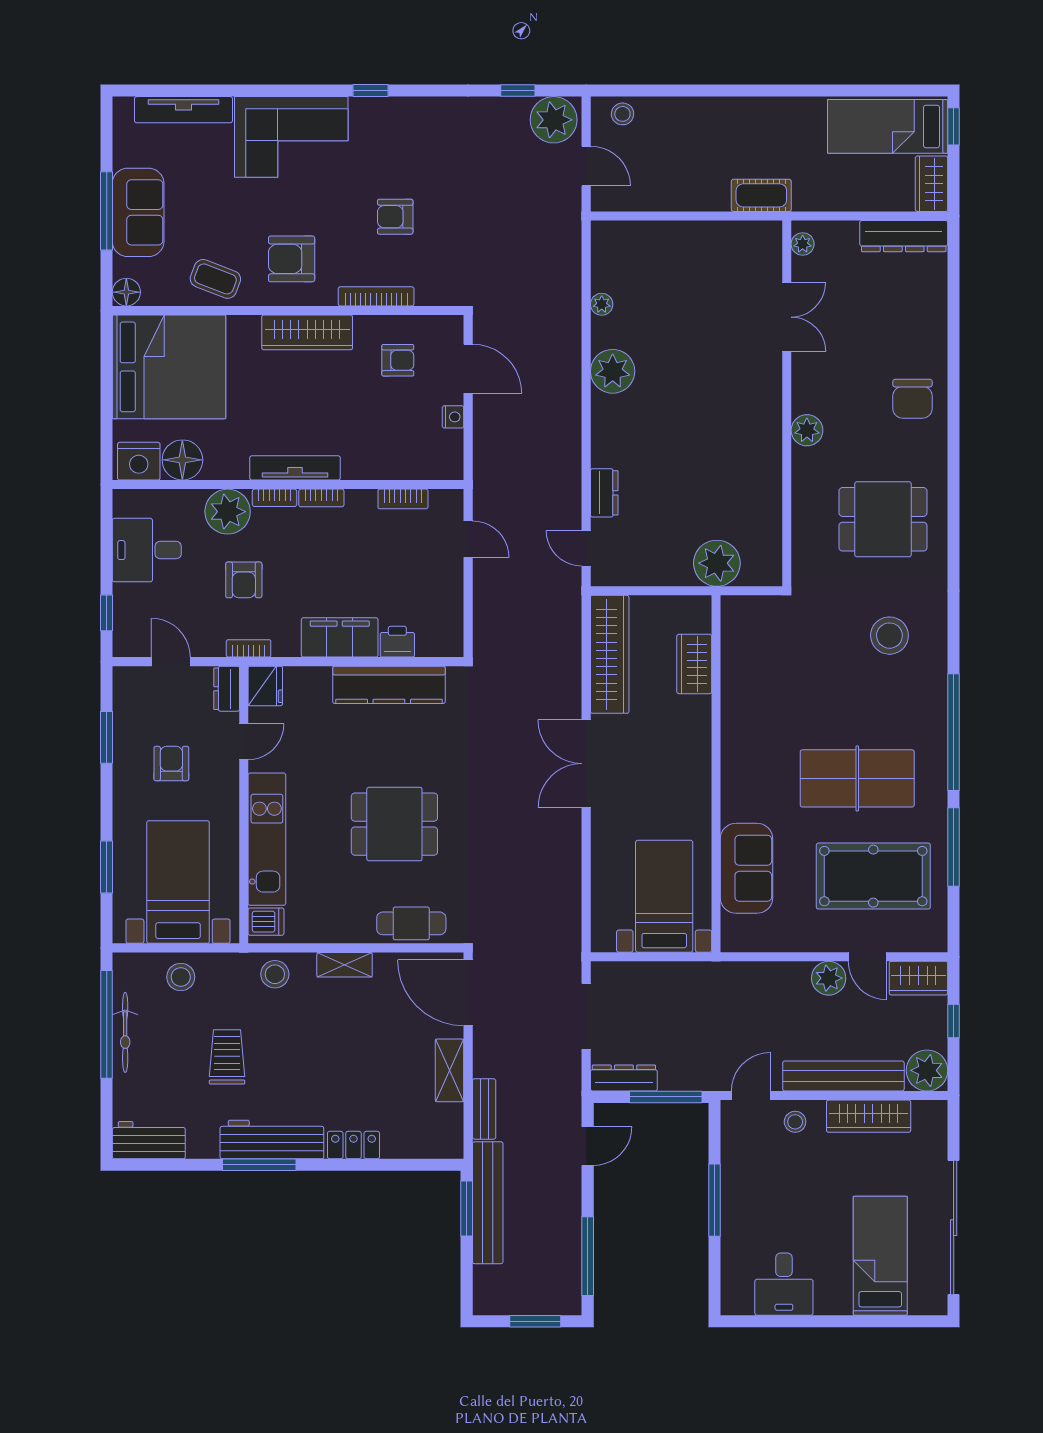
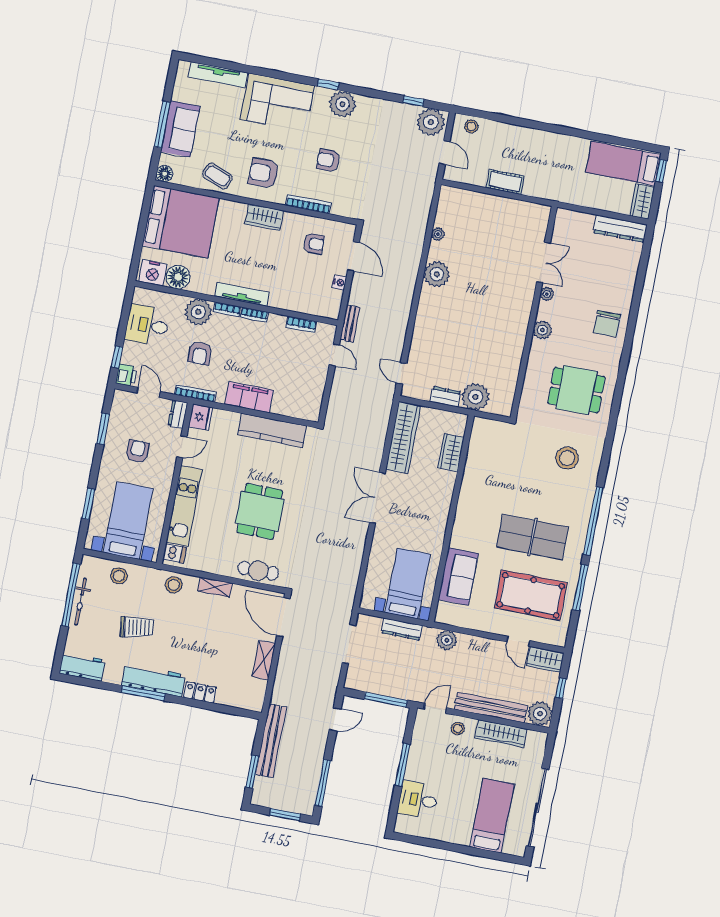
plant: (400, 119) -> (342, 104), added
cot: (761, 195) -> (505, 182), moved
plant: (803, 244) -> (547, 294), moved
wardrobe: (307, 332) -> (264, 217), width x0.67
dresser: (604, 493) -> (446, 397), moved, turned -90
printer: (397, 642) -> (126, 375), moved, turned 90
bookcase: (249, 648) -> (195, 393), width x1.56
dining table: (394, 824) -> (260, 511), turned 90
plant: (829, 978) -> (447, 640), moved
trolley: (227, 1057) -> (137, 627), turned 81
dresser: (624, 1078) -> (402, 629), moved, turned 180
bench: (484, 1109) -> (350, 324), moved
window: (467, 1209) -> (252, 772), moved
desk: (784, 1284) -> (418, 800), moved, turned 90

